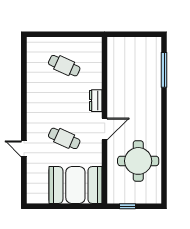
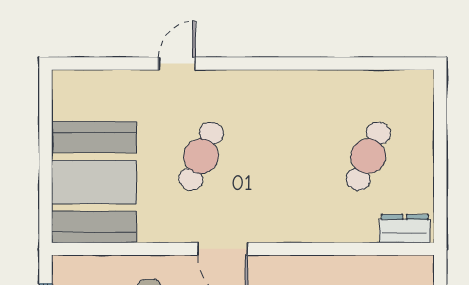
dresser: (96, 101) -> (405, 229), moved

